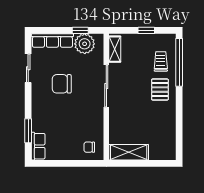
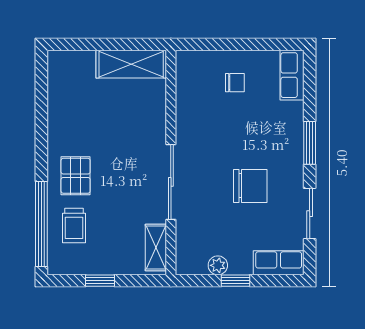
window: (80, 30) -> (235, 281), moved
row of seats: (52, 40) -> (279, 263), width x0.68
plant: (85, 44) -> (218, 265), width x0.53, depth x0.53
window: (28, 131) -> (310, 143), moved
chair: (89, 147) -> (235, 83), moved

